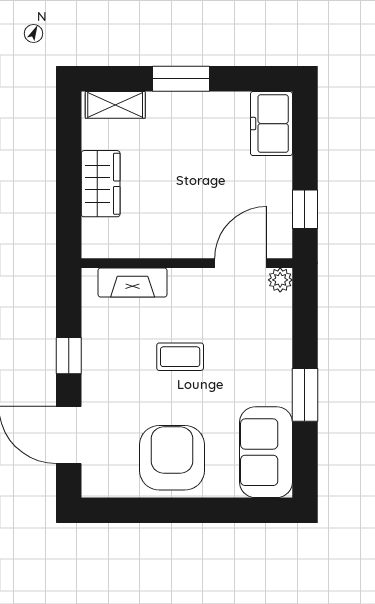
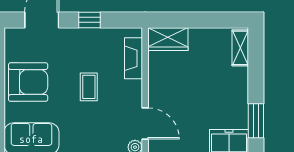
window: (181, 79) -> (256, 121), moved
wardrobe: (101, 184) -> (168, 39), moved

